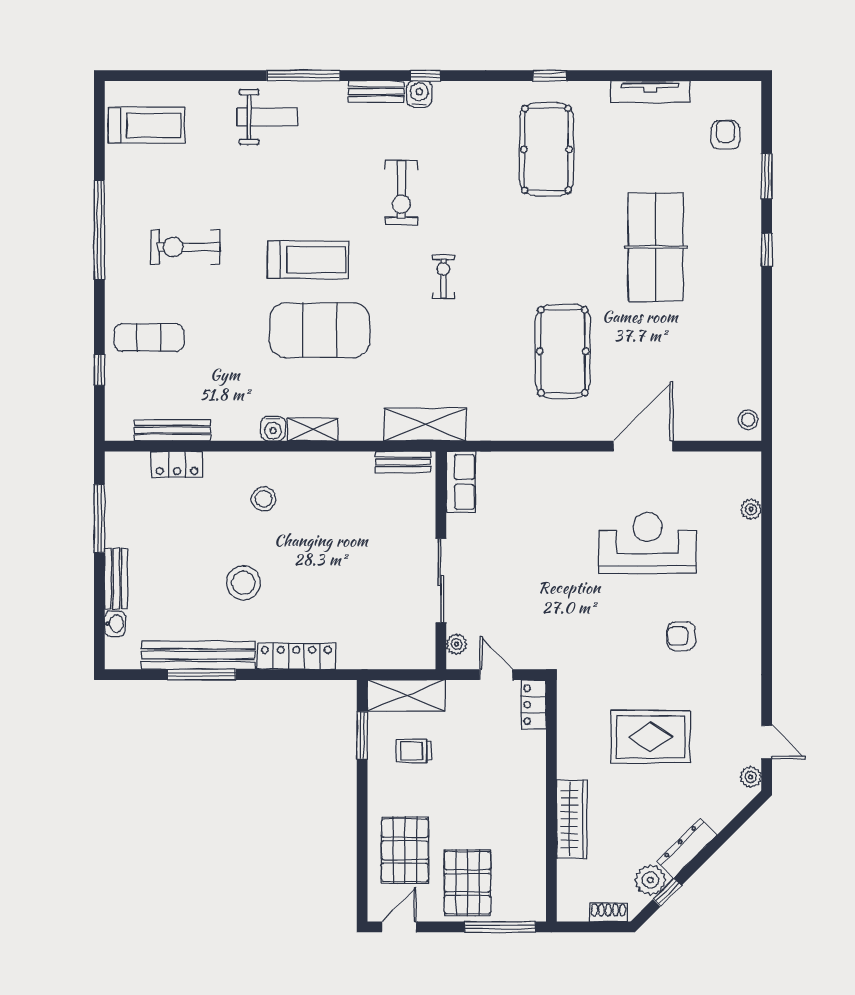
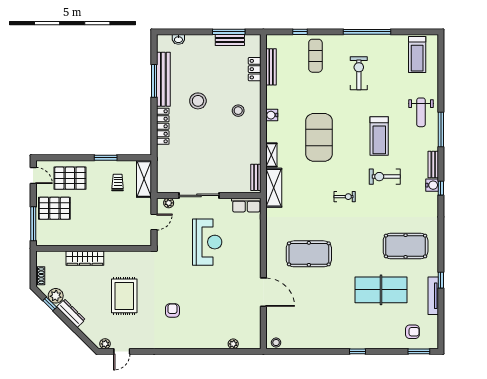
window: (550, 76) -> (441, 280), moved
window: (767, 176) -> (419, 351), moved
table tennis table: (656, 247) -> (381, 290), moved
treadmill: (308, 260) -> (379, 136), moved
shelving: (313, 429) -> (271, 155), moved
reception desk: (647, 543) -> (207, 242), moved
bench: (116, 579) -> (230, 40), moved
locker: (534, 705) -> (140, 240), removed
window: (362, 735) -> (106, 158), moved

